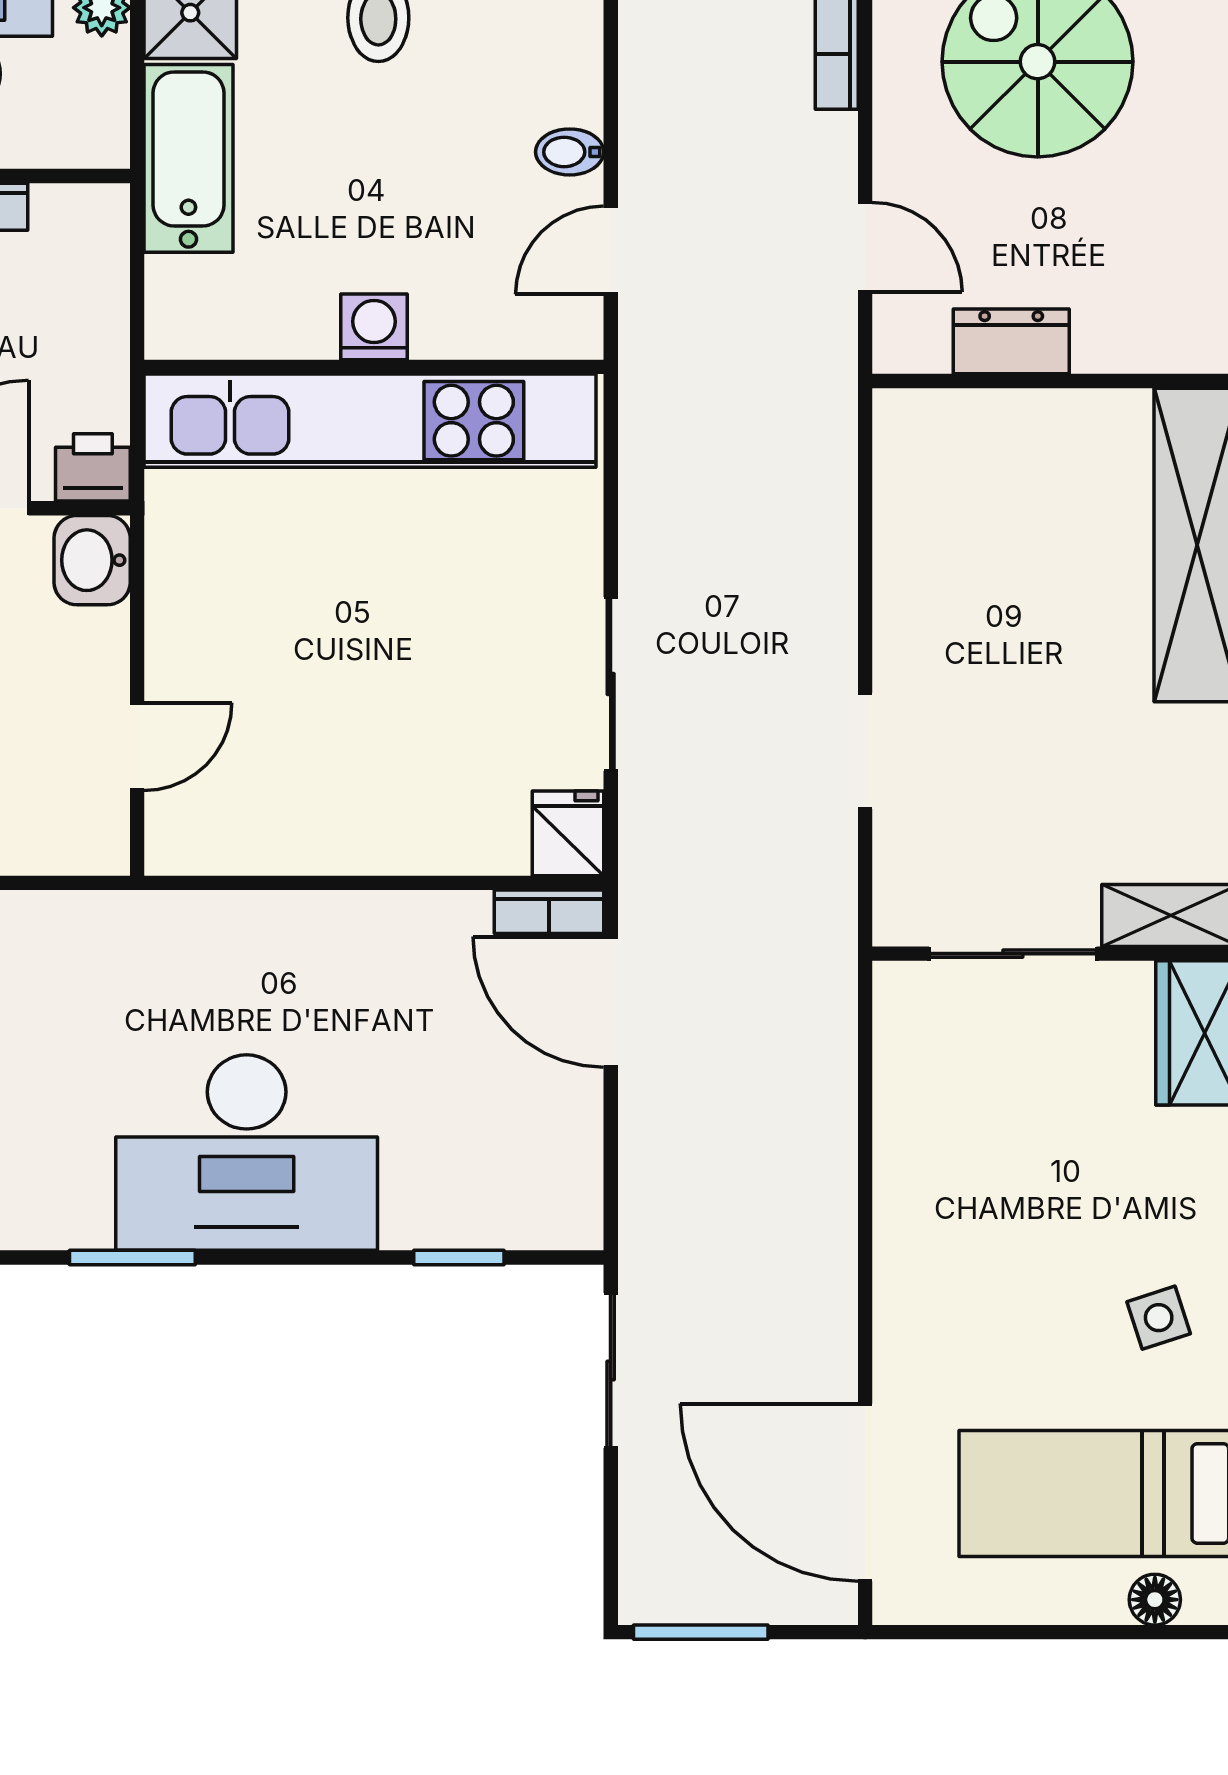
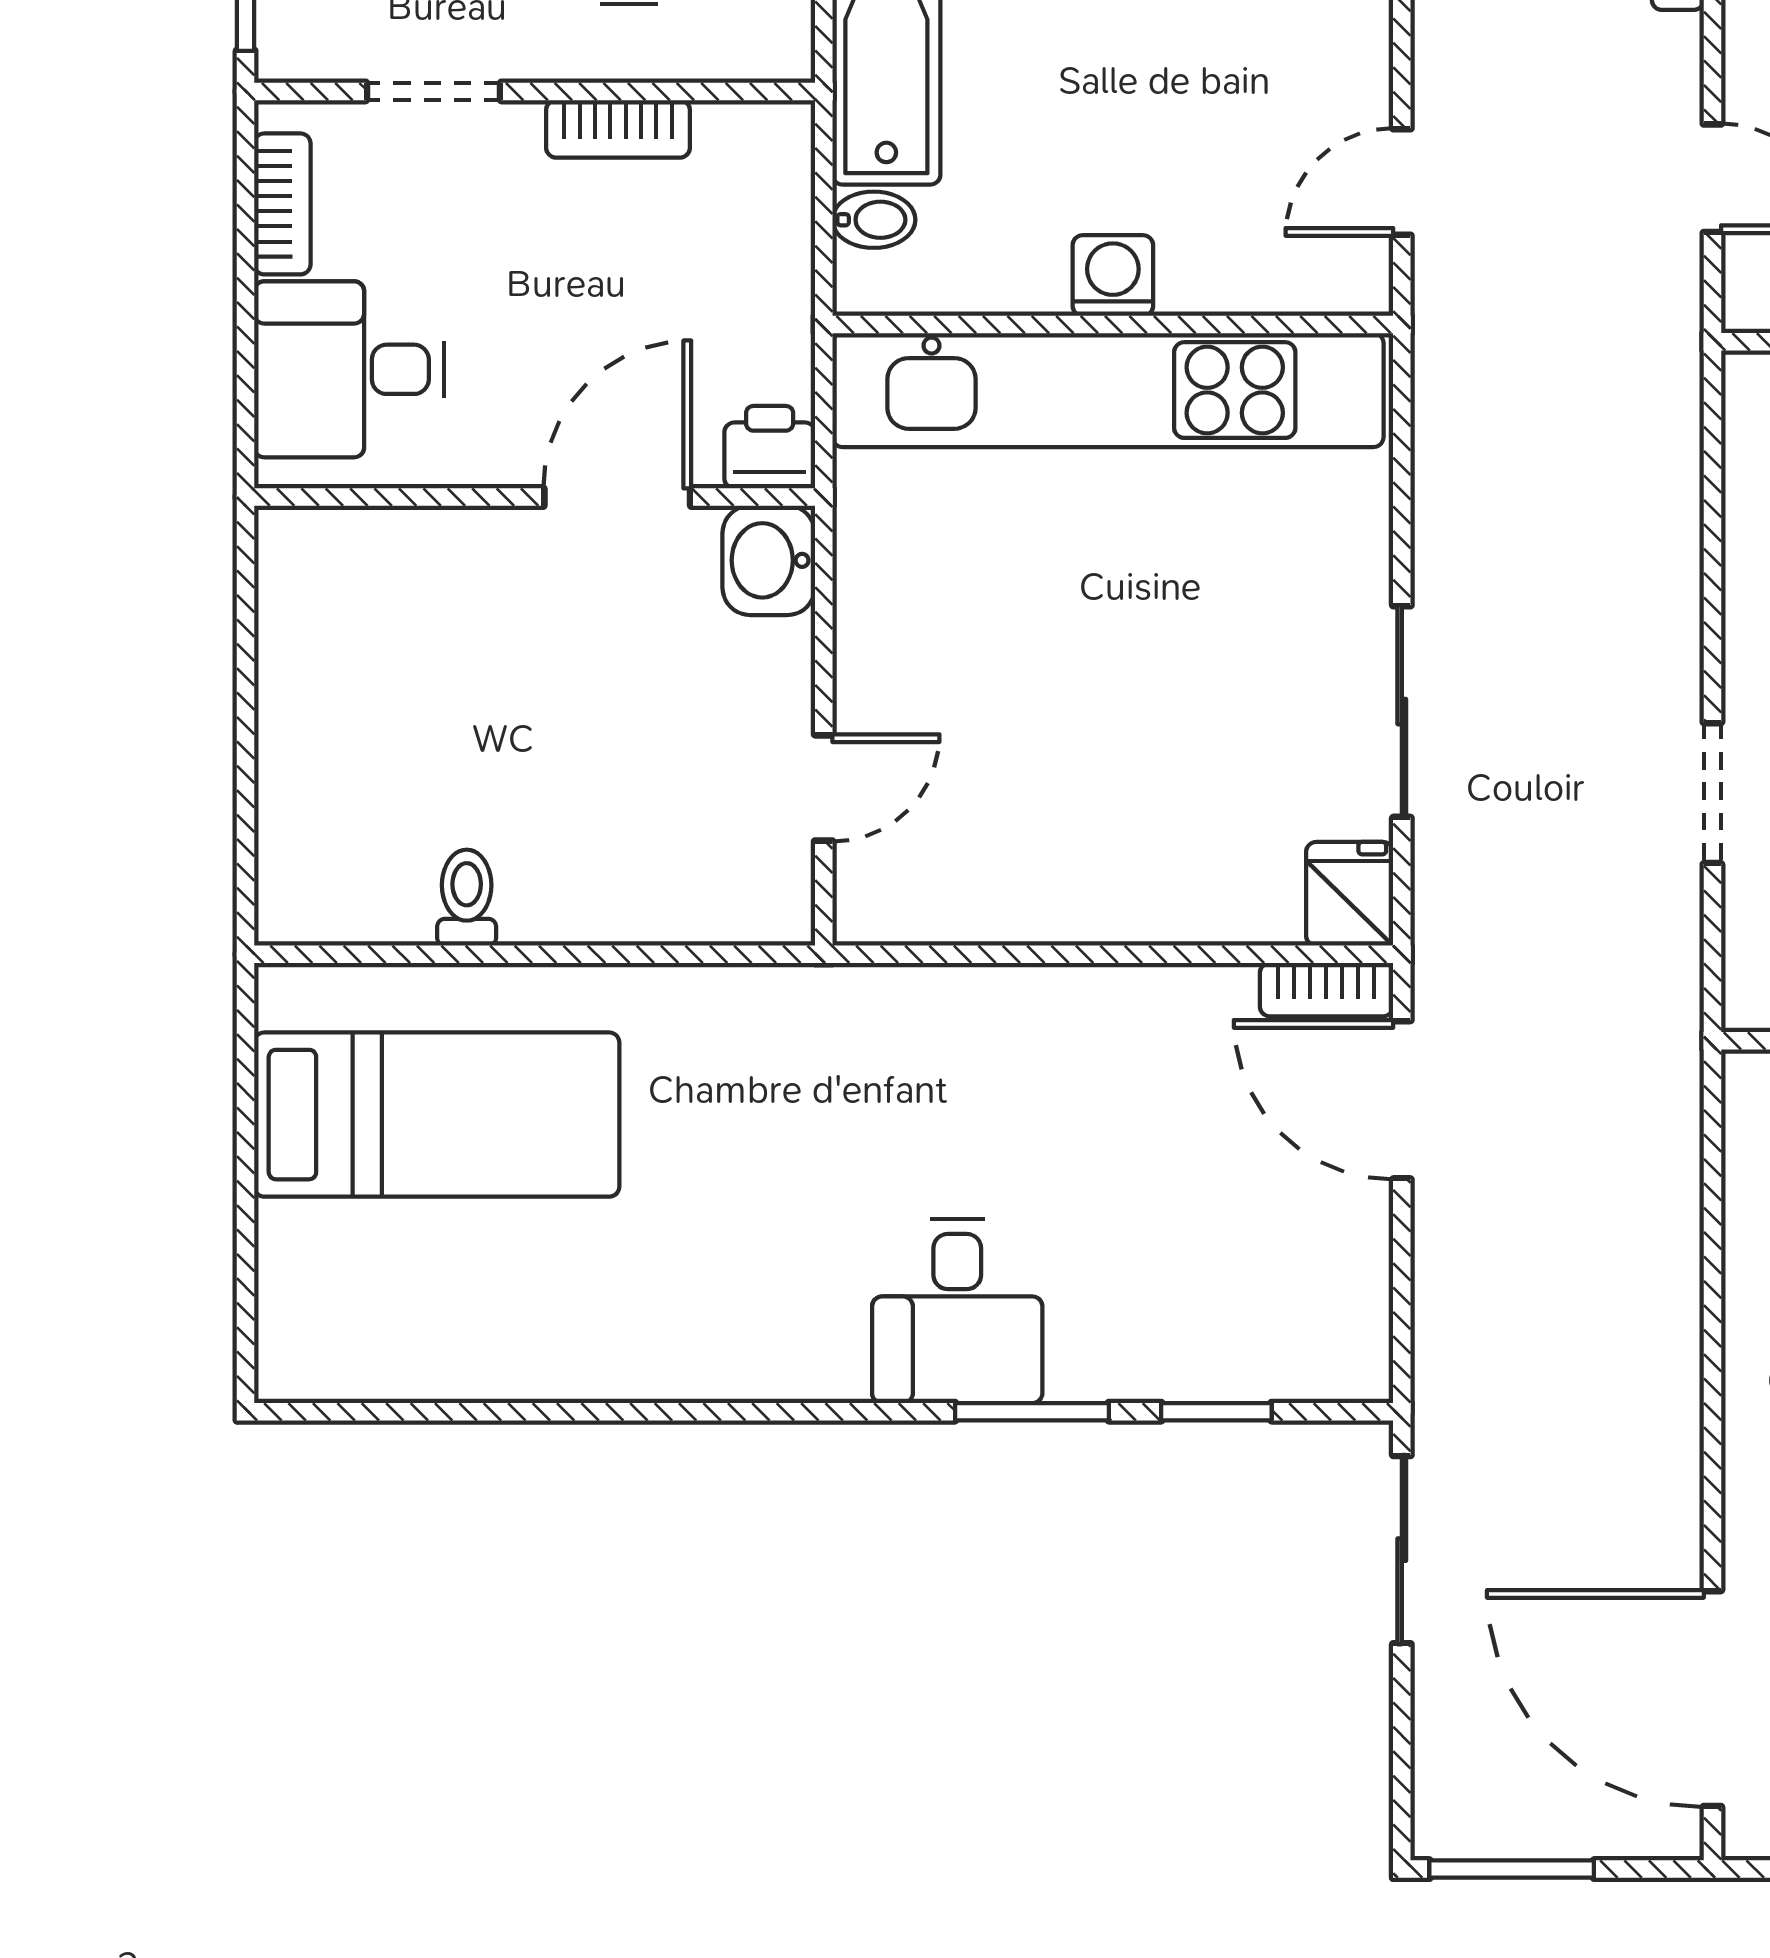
bidet: (570, 152) -> (874, 220), moved, turned 180
desk: (247, 1153) -> (957, 1311), width x0.53, depth x0.77
window: (132, 1258) -> (1032, 1412), moved

